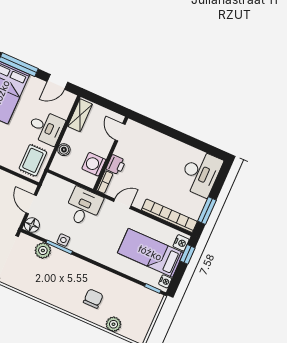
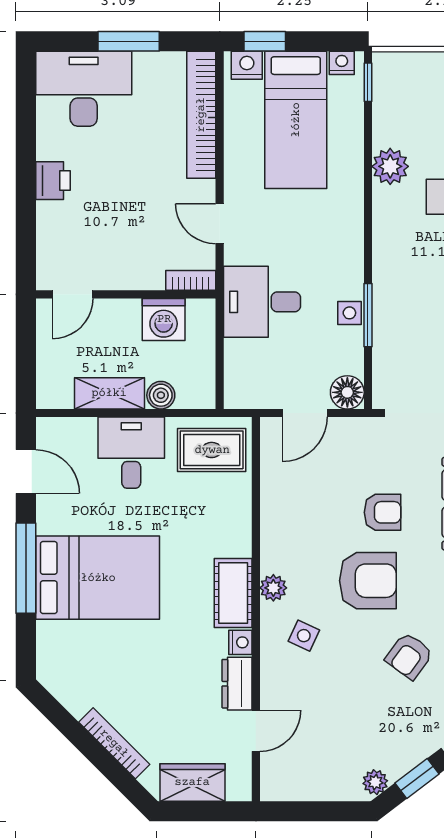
shelving: (80, 115) -> (109, 393), moved
printer: (116, 165) -> (53, 181), moved, turned 90
window: (207, 211) -> (129, 41), moved
plant: (43, 250) -> (390, 166), moved

